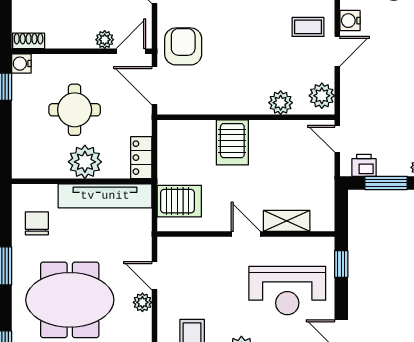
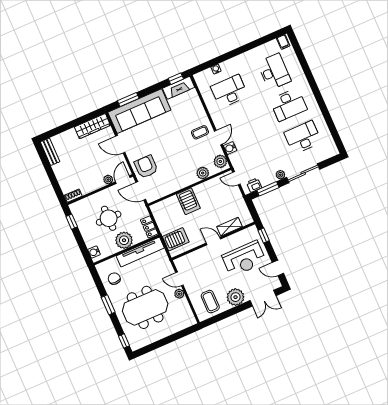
water cooler: (350, 21) -> (230, 148), moved
water cooler: (21, 64) -> (94, 252), moved

